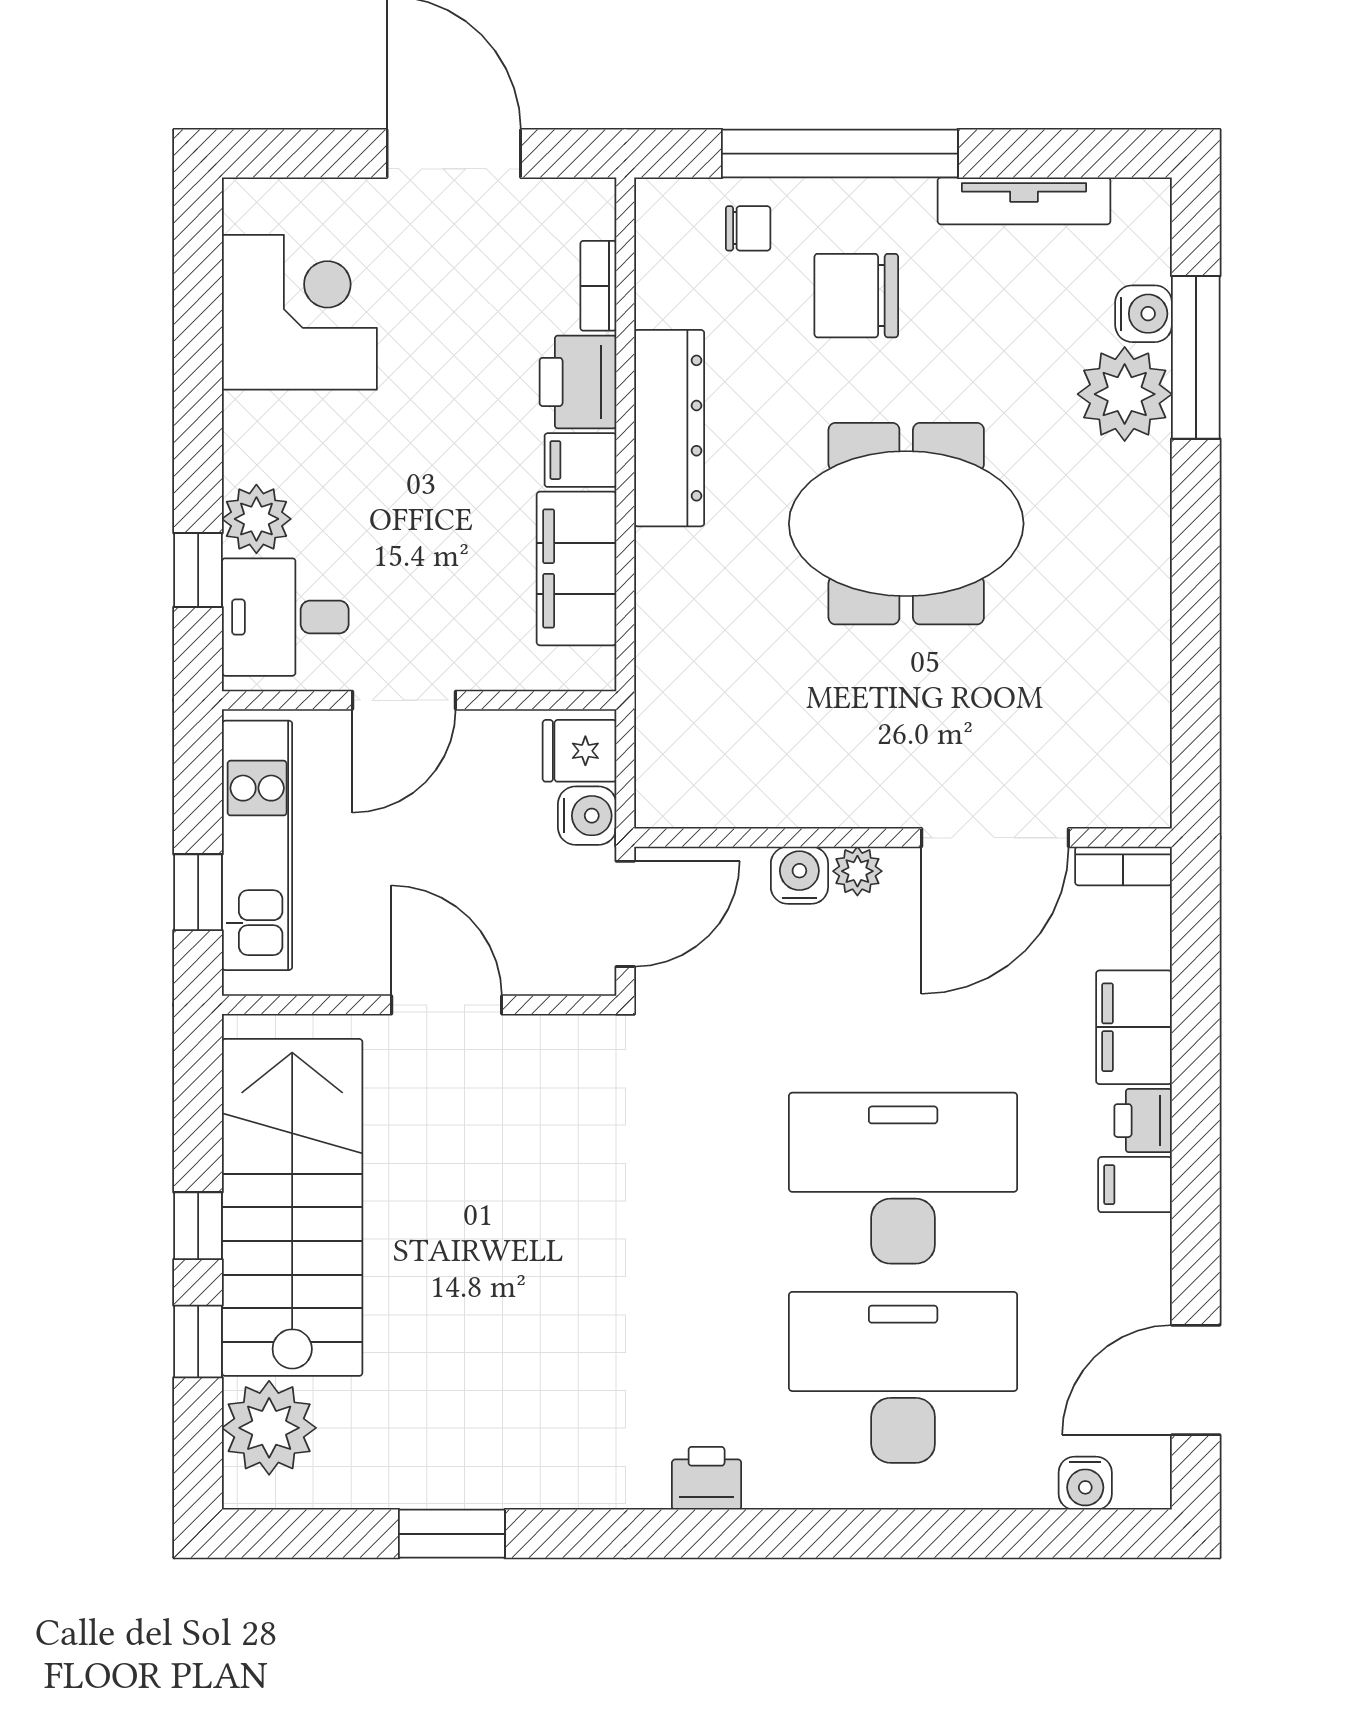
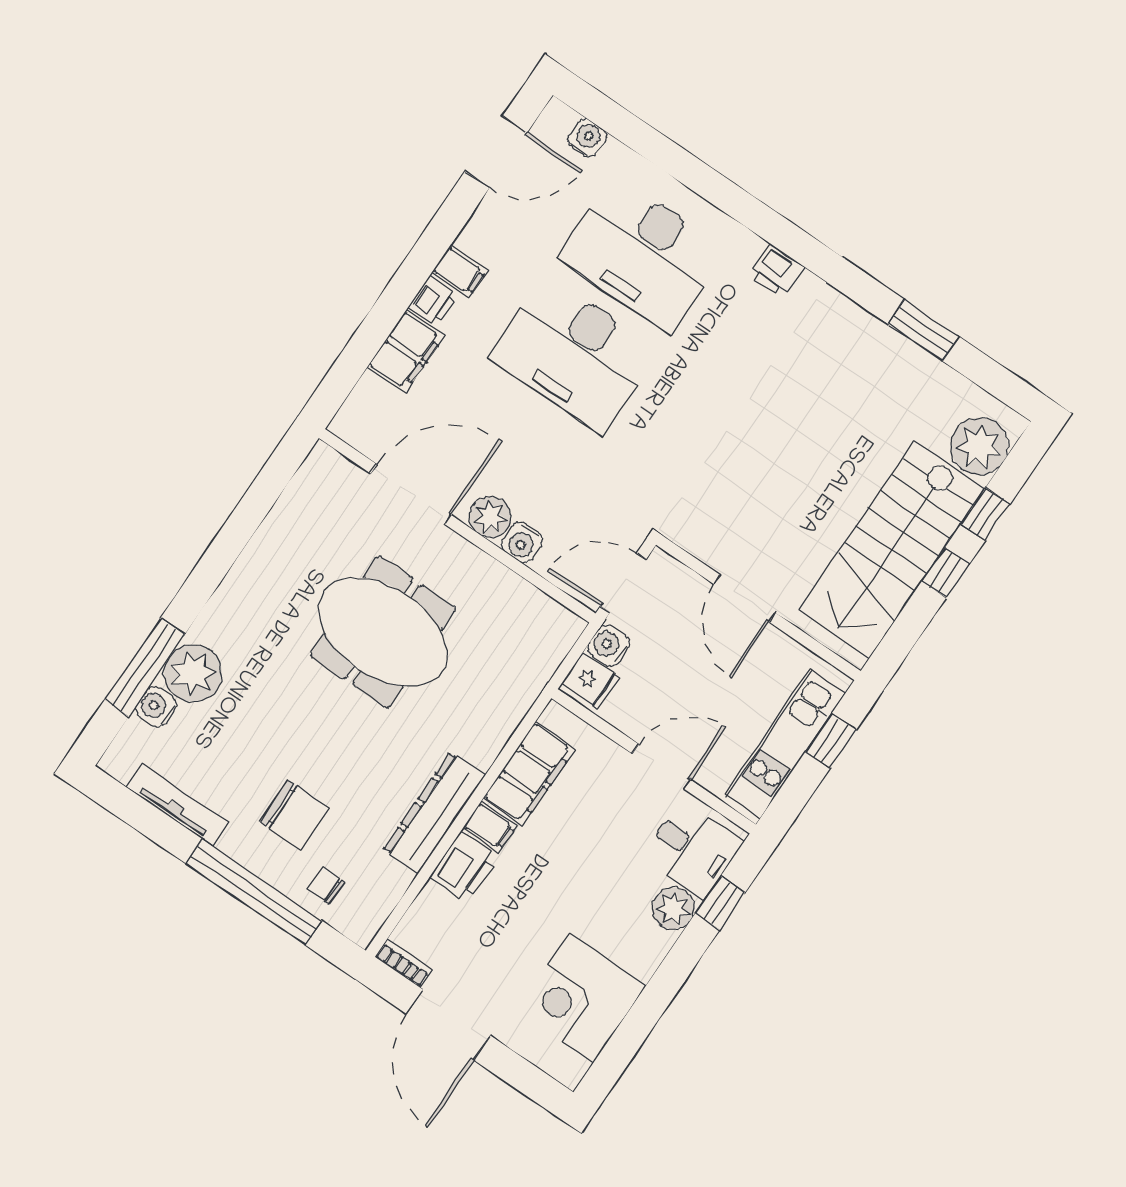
bookcase: (598, 286) -> (404, 963), moved, turned -90
meeting table: (906, 524) -> (383, 632), moved
bookcase: (1123, 866) -> (356, 436), removed
plant: (857, 871) -> (490, 517), width x1.38, depth x1.38

